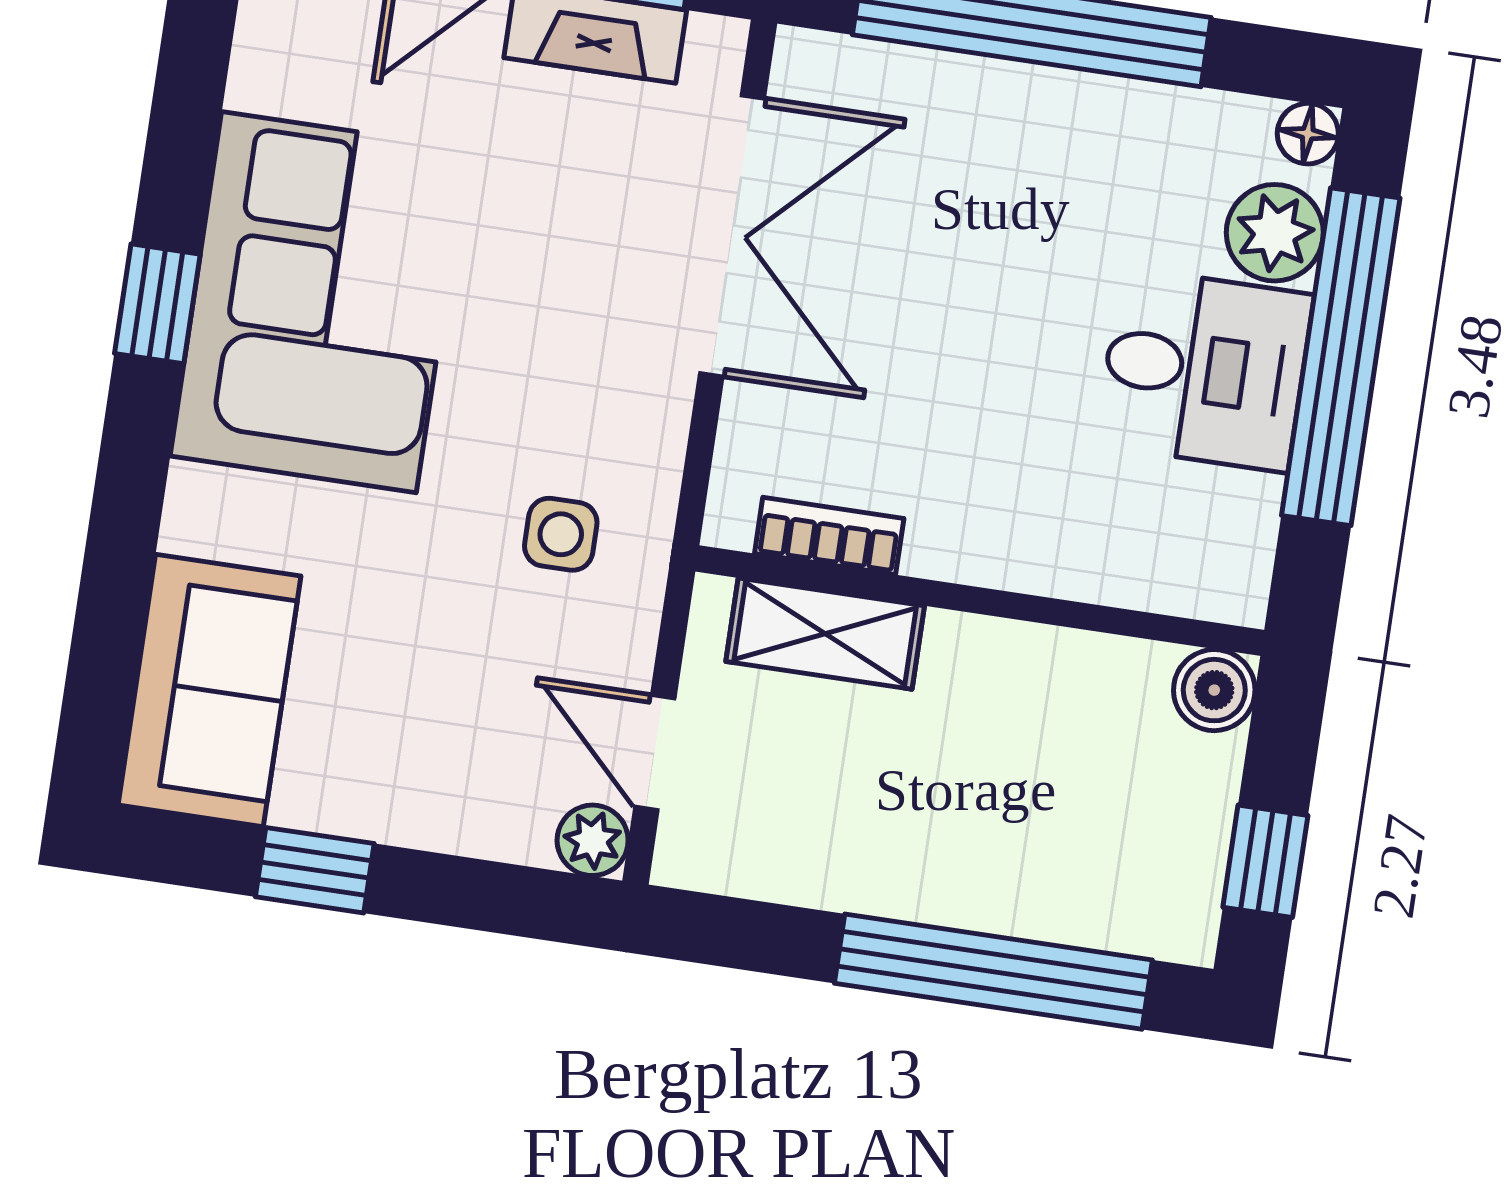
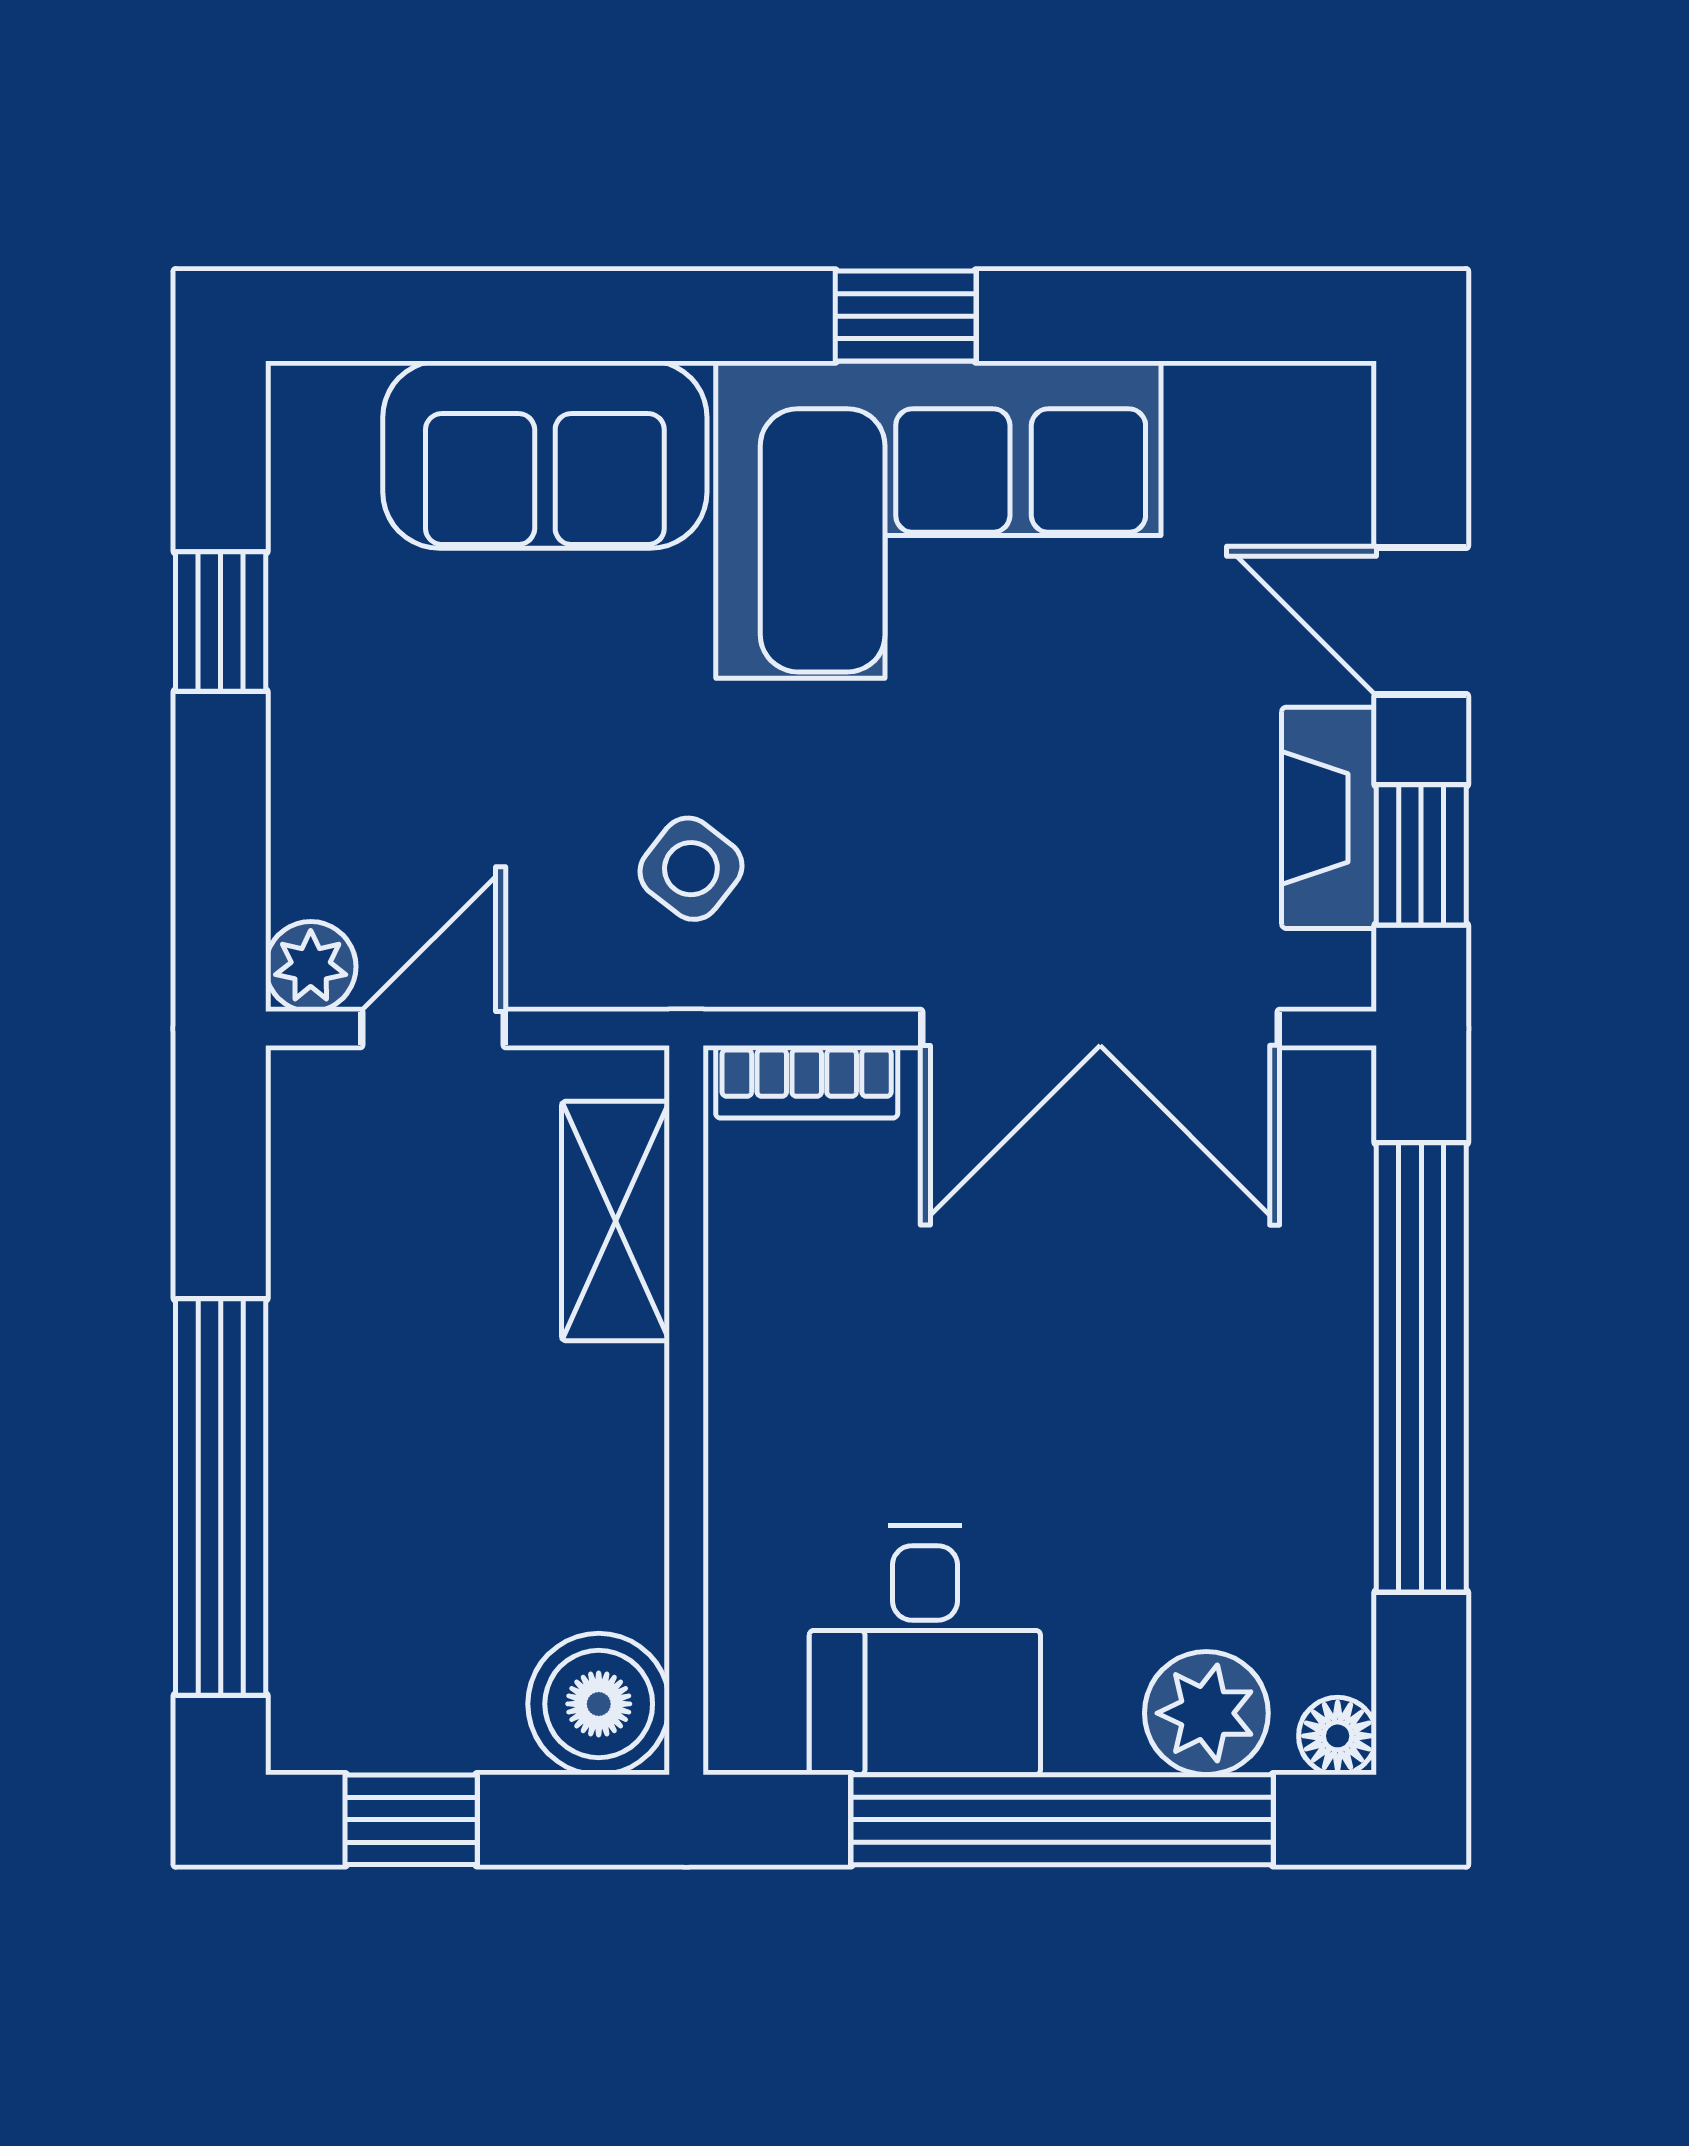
desk: (1205, 370) -> (925, 1650), moved
side table: (561, 534) -> (691, 869), turned 38
bookcase: (829, 536) -> (807, 1082), moved, turned 90
sofa: (209, 690) -> (545, 455), moved
boiler: (1214, 690) -> (599, 1704), width x1.36, depth x1.36

